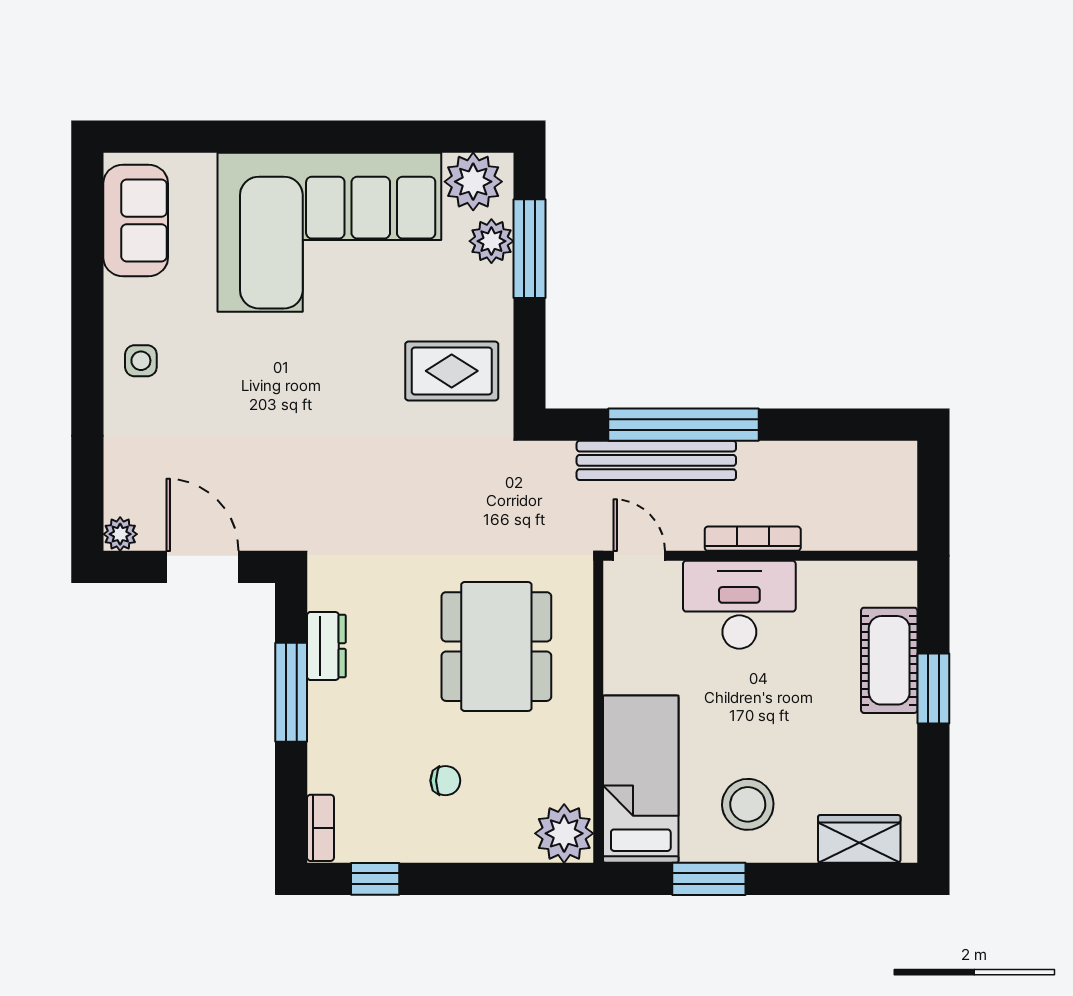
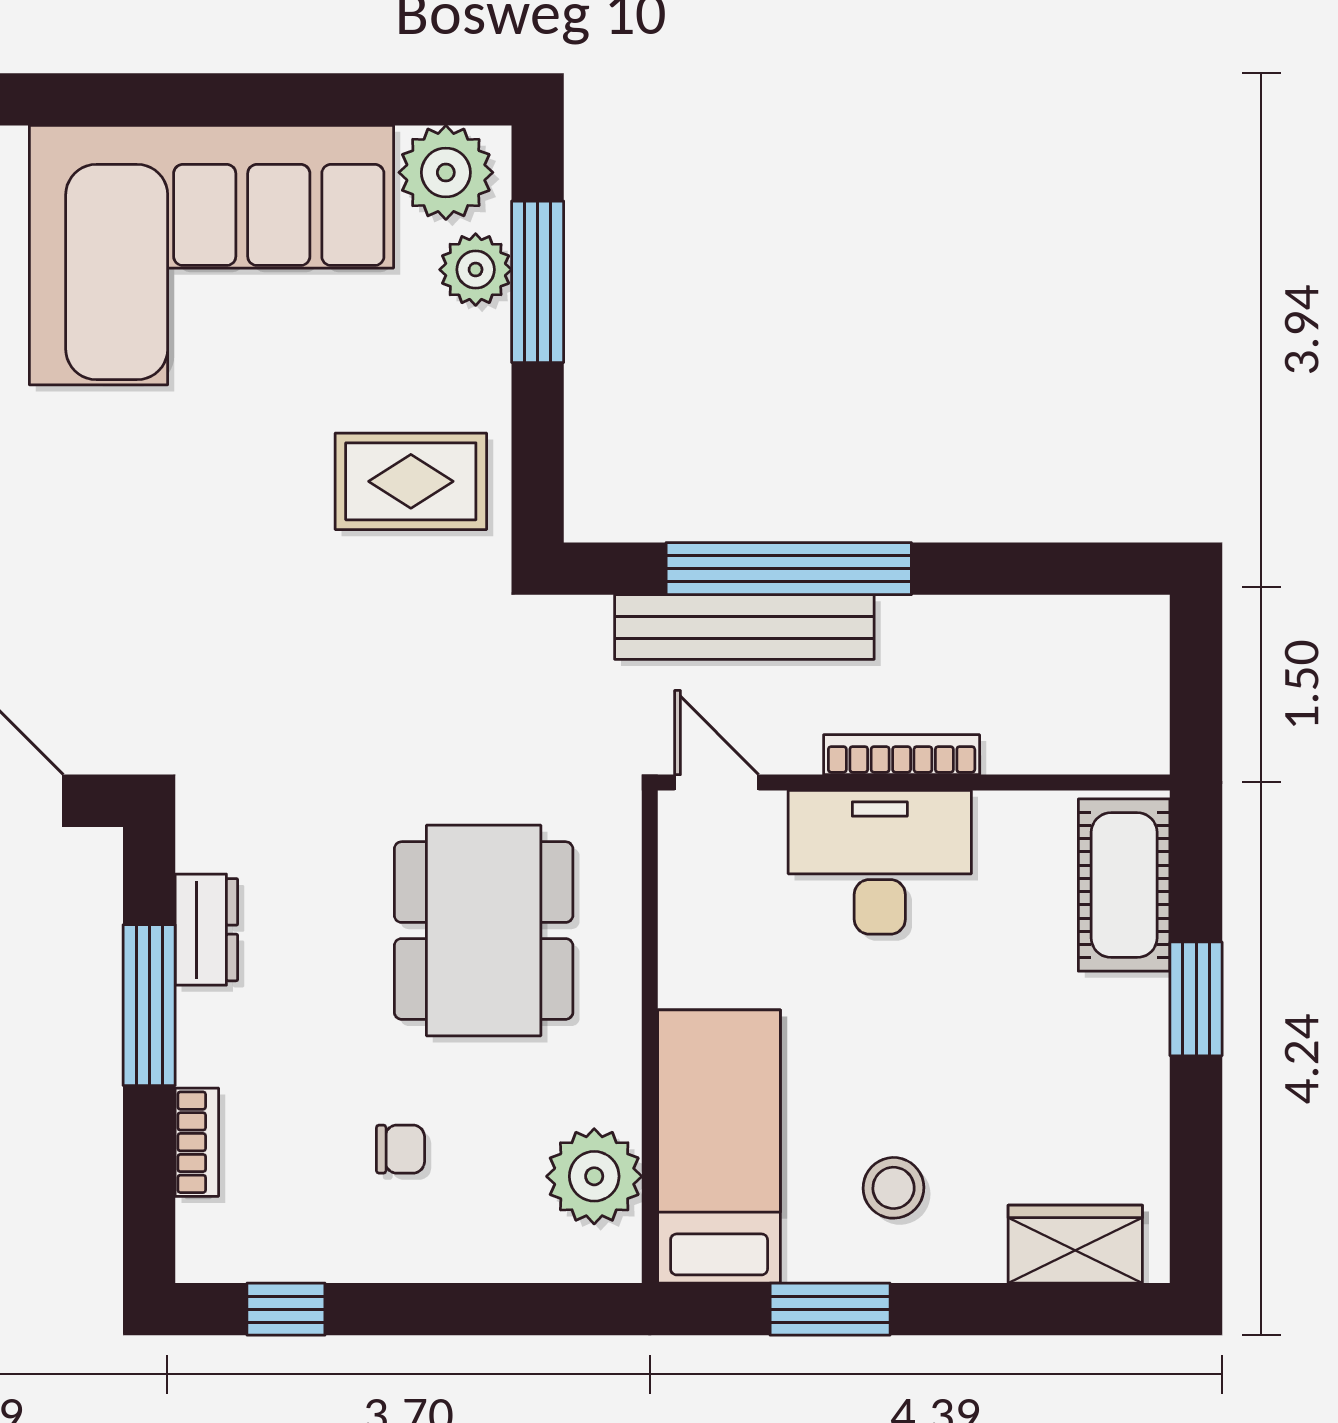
cot: (889, 660) -> (1124, 885), moved
stool: (748, 804) -> (894, 1188), width x0.73, depth x0.73
bookcase: (320, 828) -> (197, 1142), moved
plant: (564, 833) -> (594, 1176), moved

